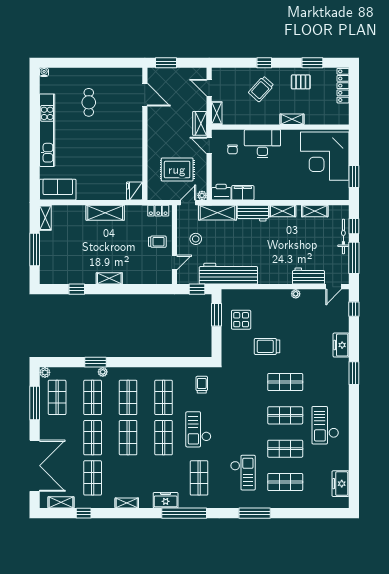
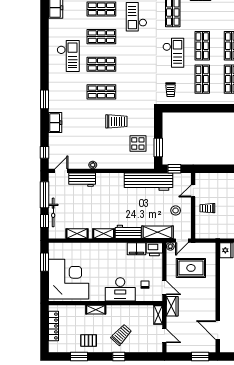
locker: (343, 86) -> (54, 326), moved
locker: (158, 211) -> (207, 234), removed

